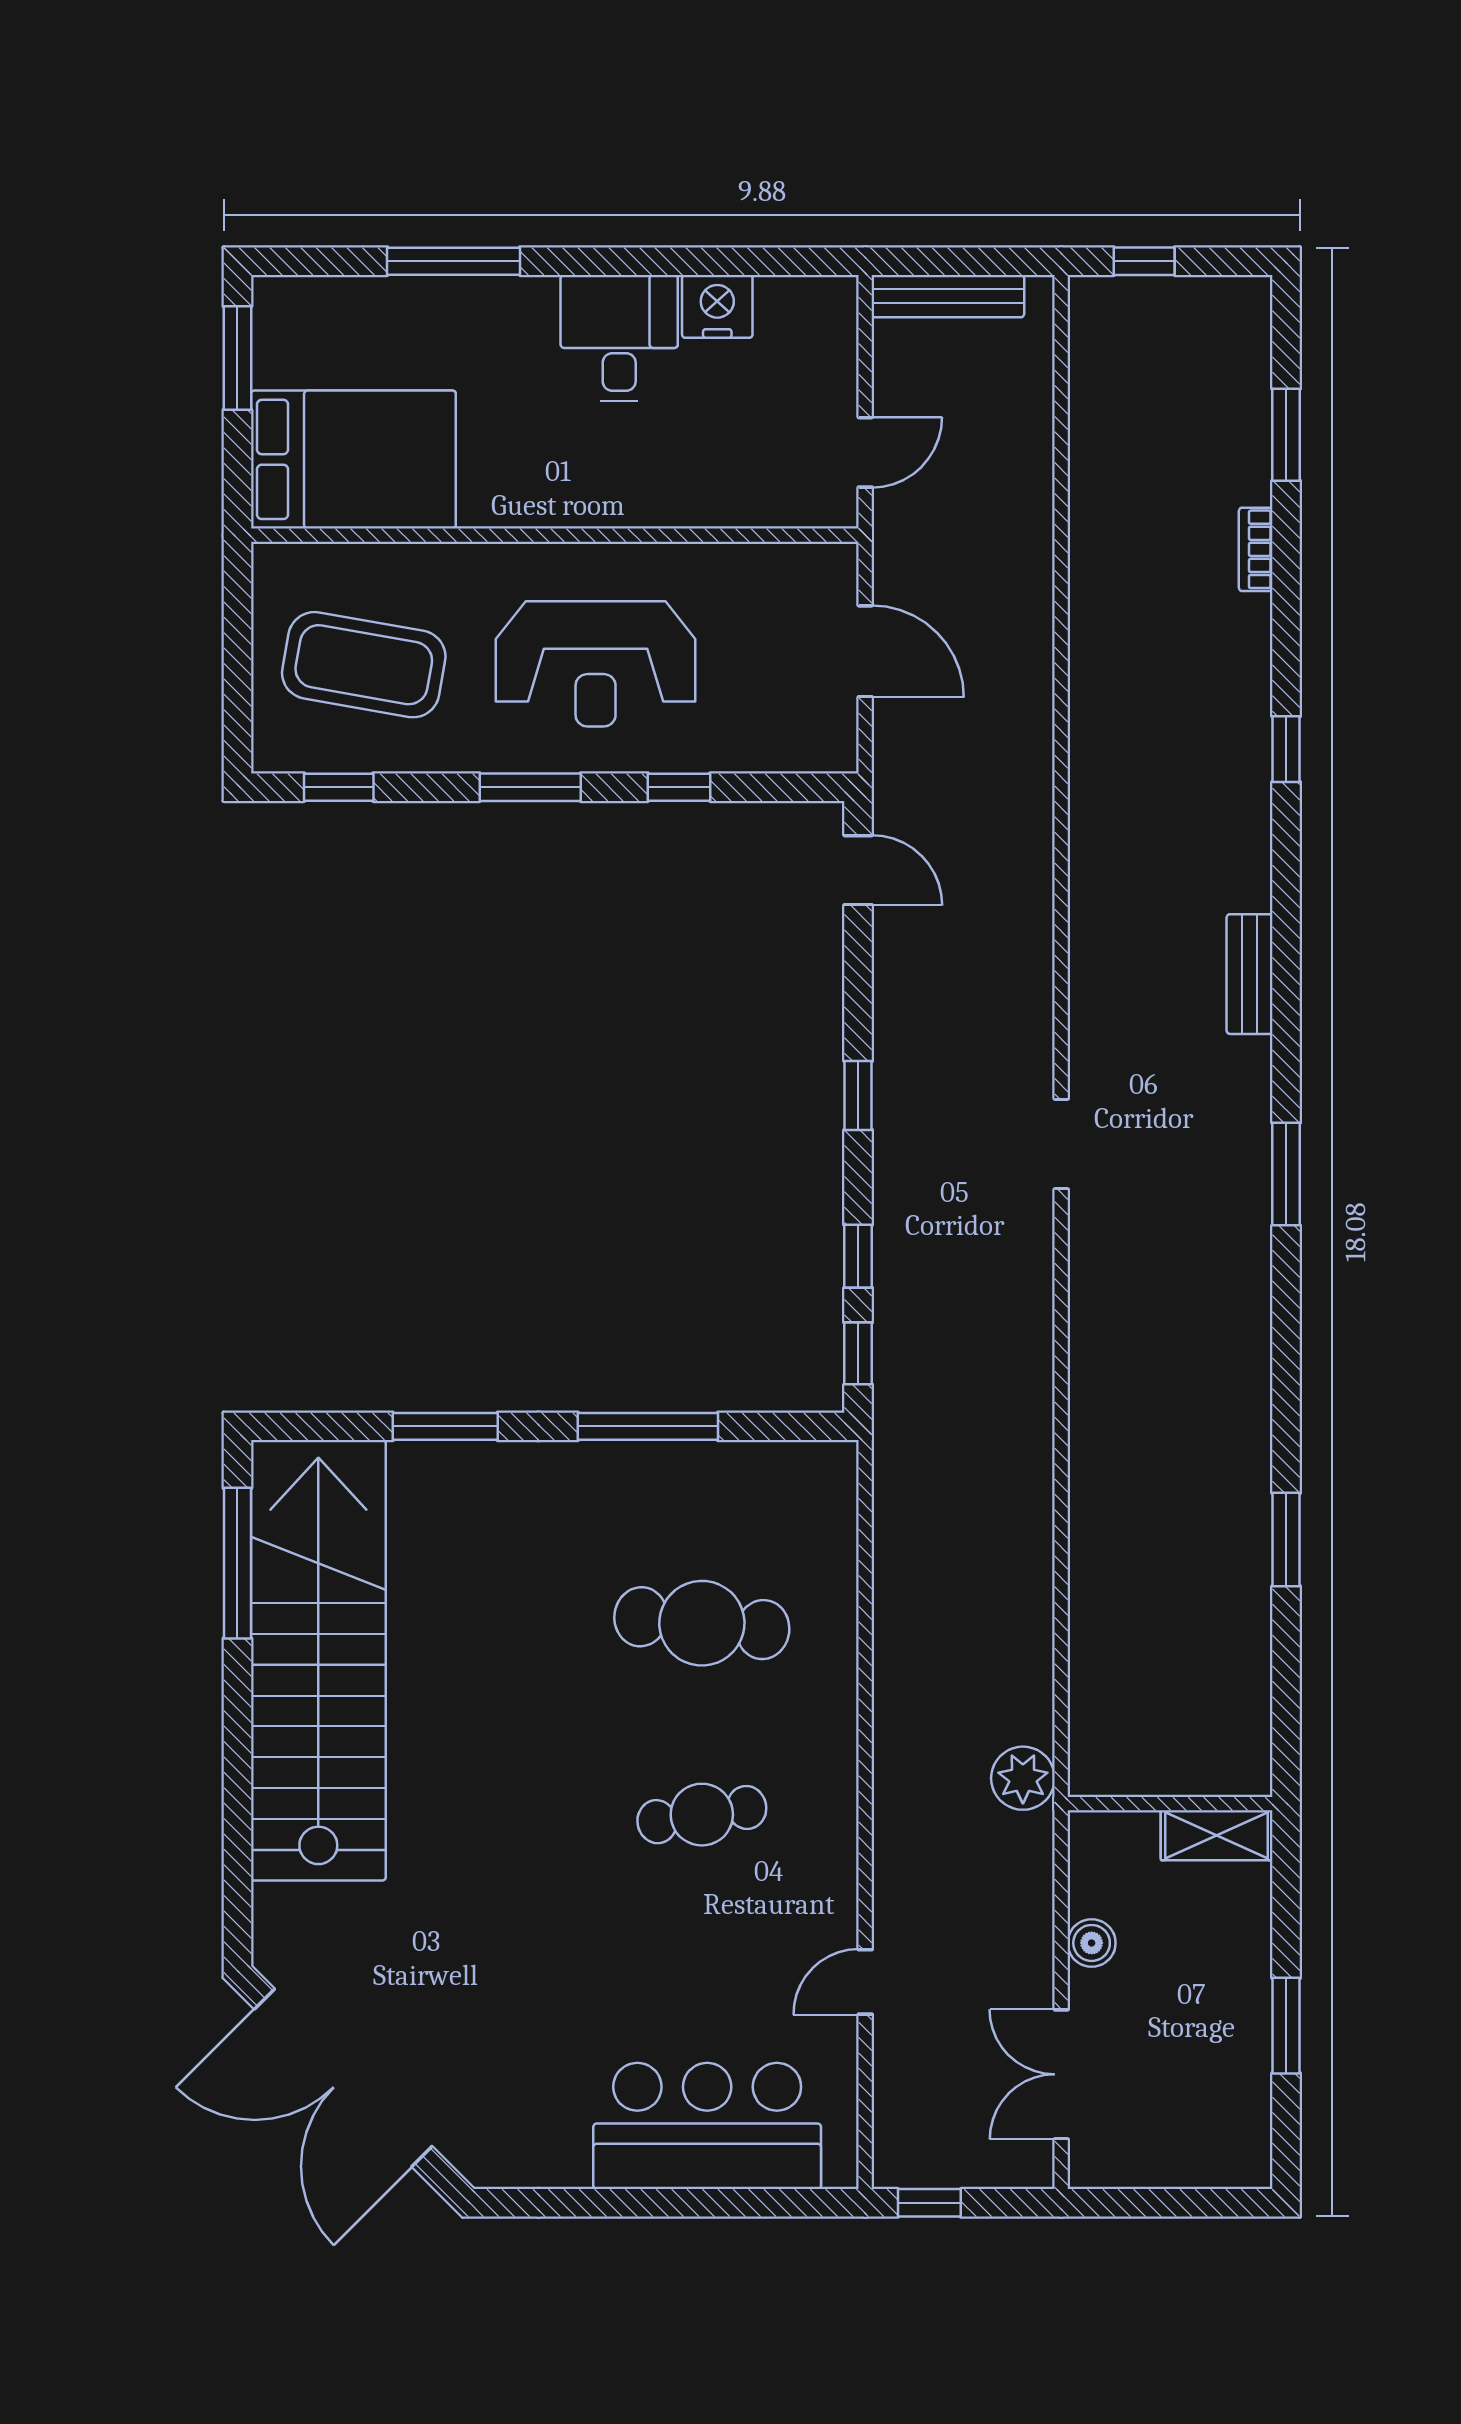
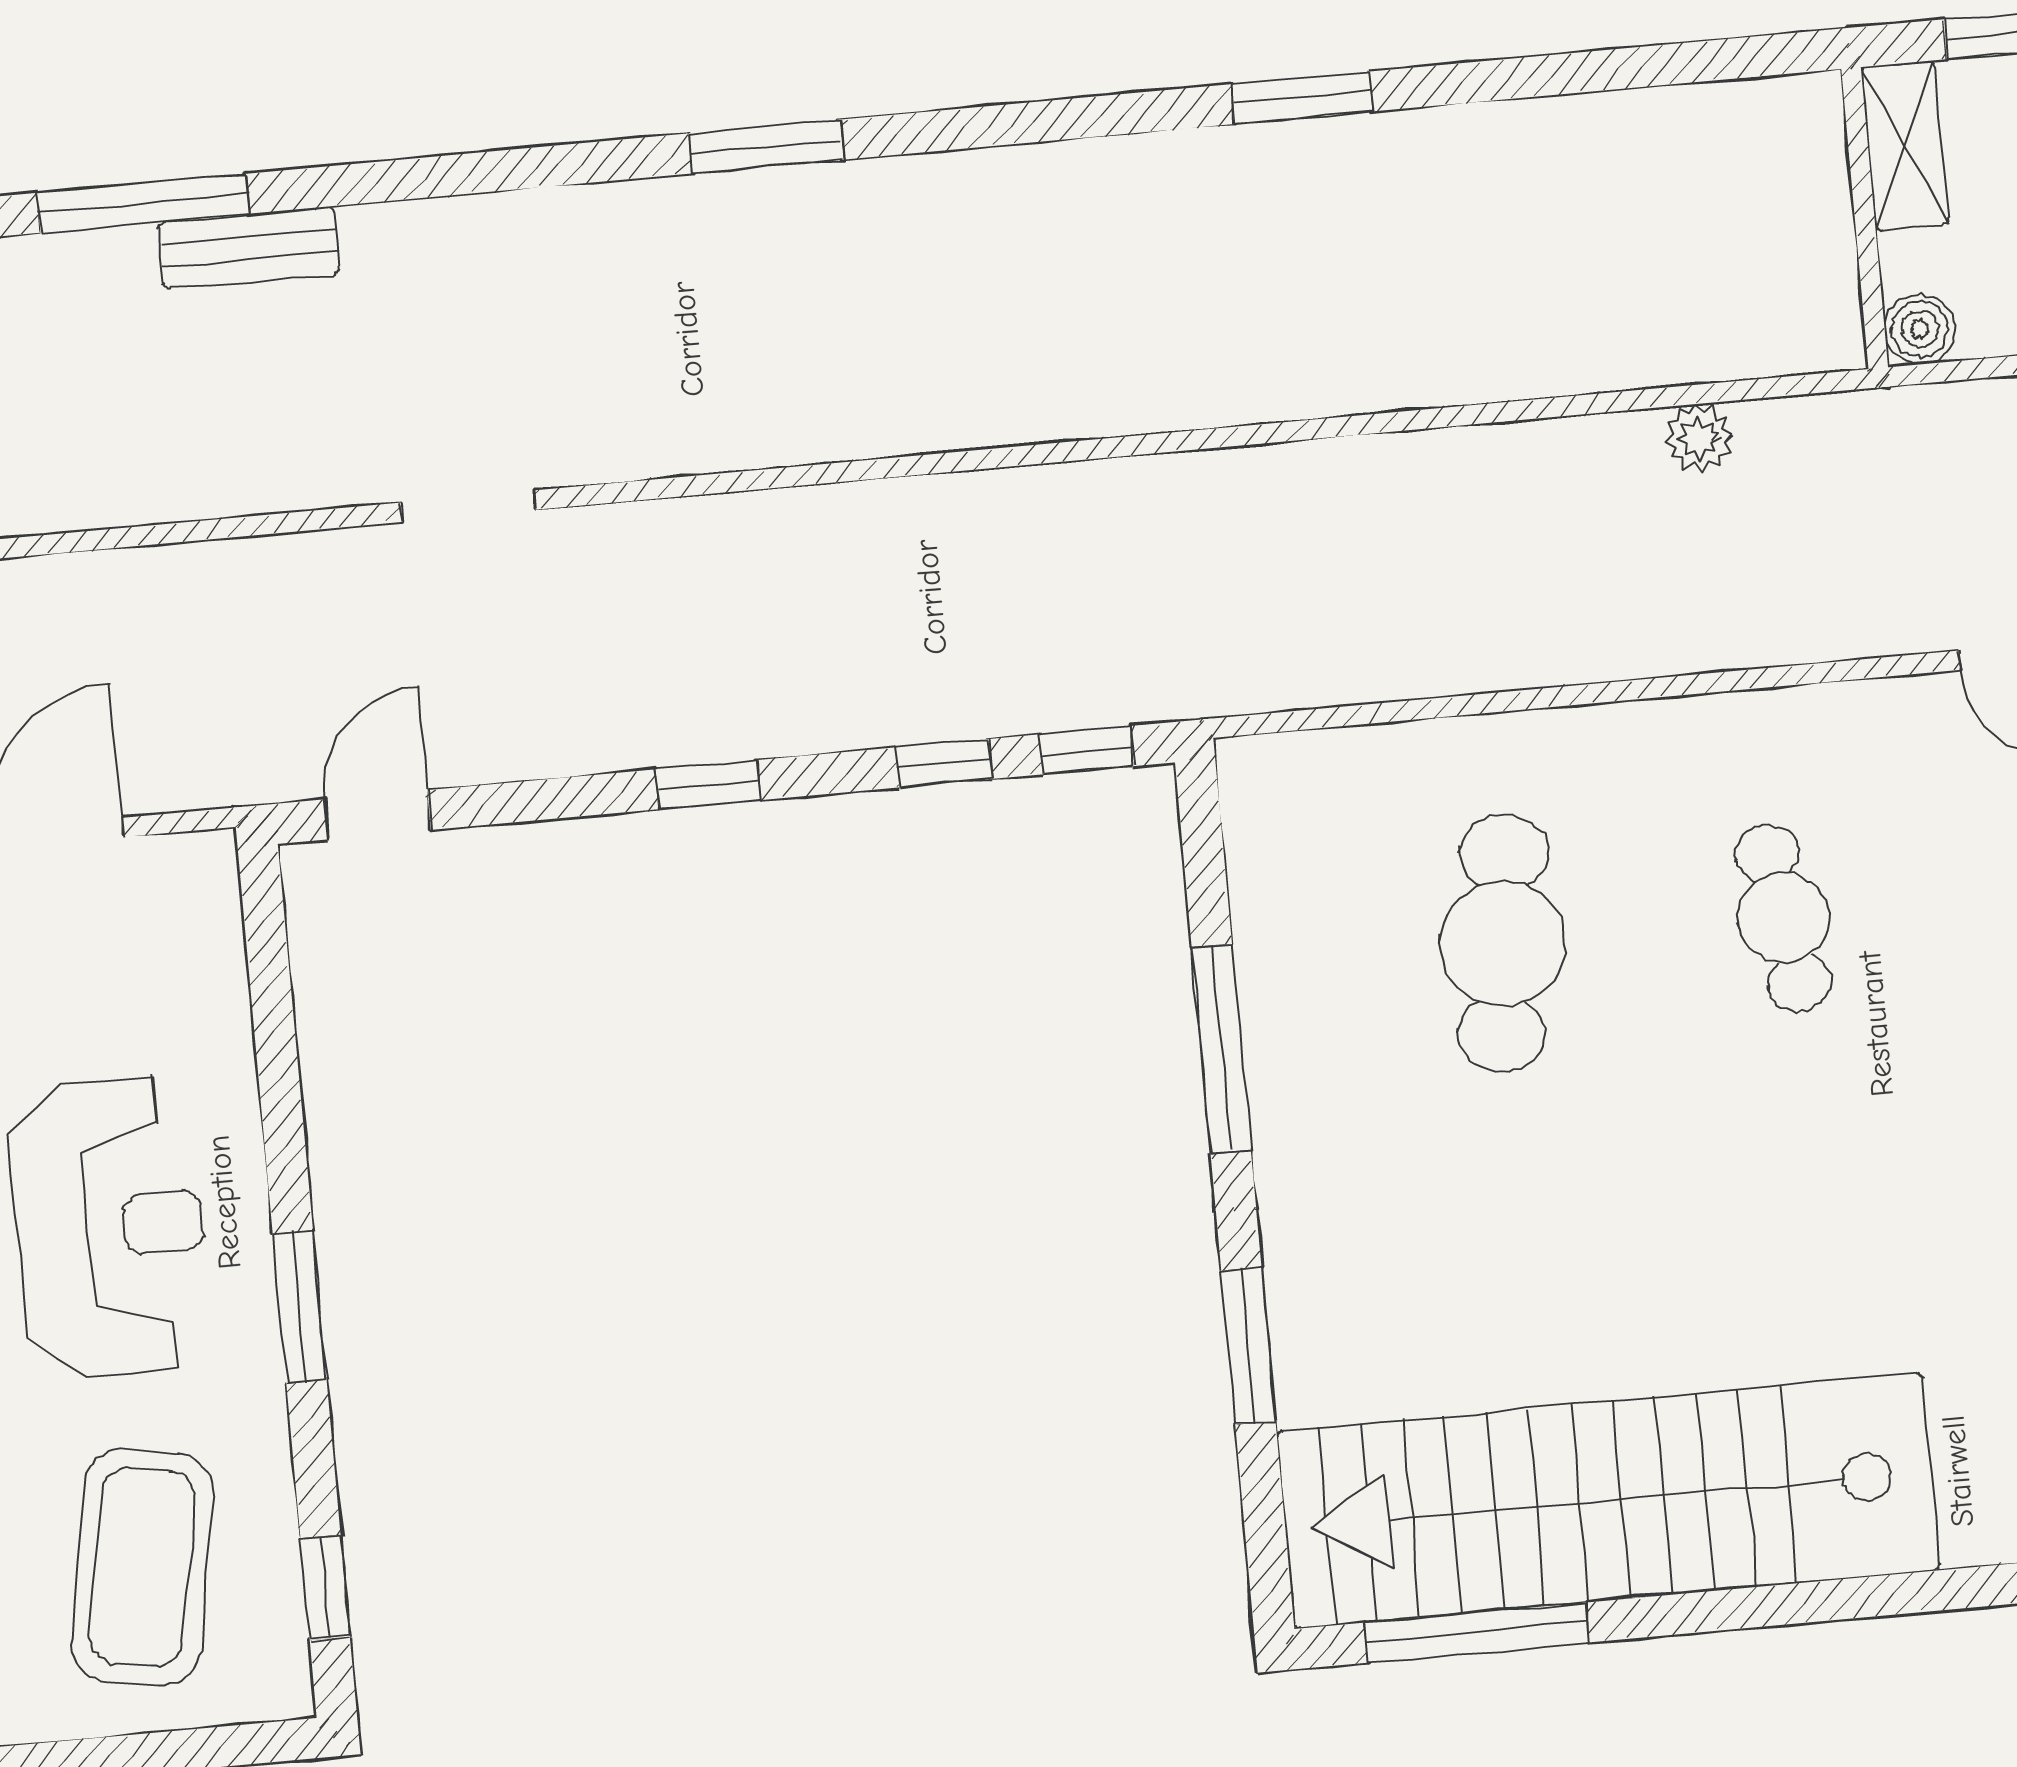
window: (1286, 749) -> (143, 203), width x2.17
window: (679, 787) -> (280, 1088), removed
bench: (1250, 974) -> (249, 248), moved
doorway: (1061, 1144) -> (468, 506), moved
plant: (1023, 1778) -> (1699, 438), width x0.73, depth x0.73
wall: (1170, 1804) -> (1865, 218), moved
shelving: (1217, 1835) -> (1905, 146), moved

